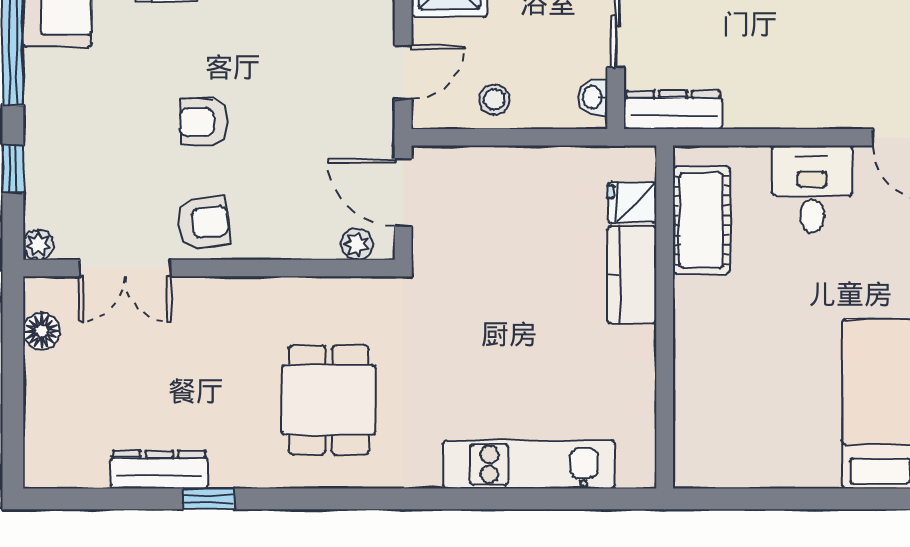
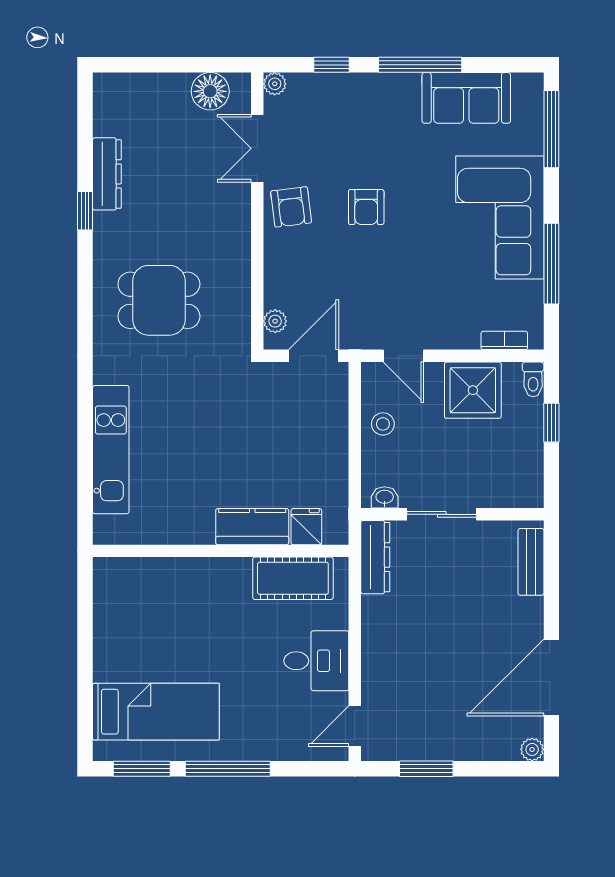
armchair: (204, 122) -> (366, 207), turned 180
floor lamp: (41, 331) -> (210, 91), width x1.38, depth x1.38

